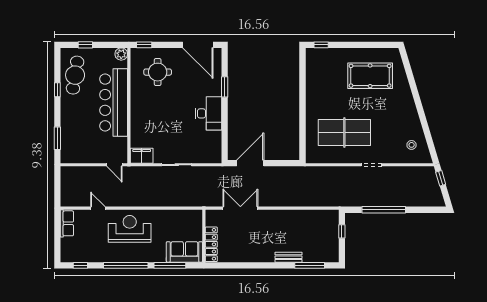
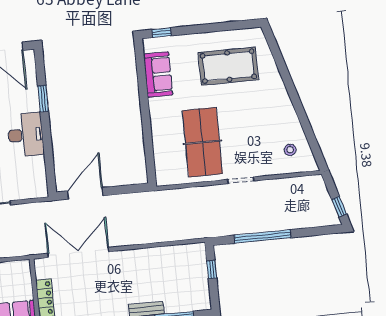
sofa: (315, 77) -> (158, 74), added
table tennis table: (344, 132) -> (202, 142), turned 90
window: (441, 178) -> (339, 207), moved
double door: (240, 208) -> (78, 252), width x1.36

